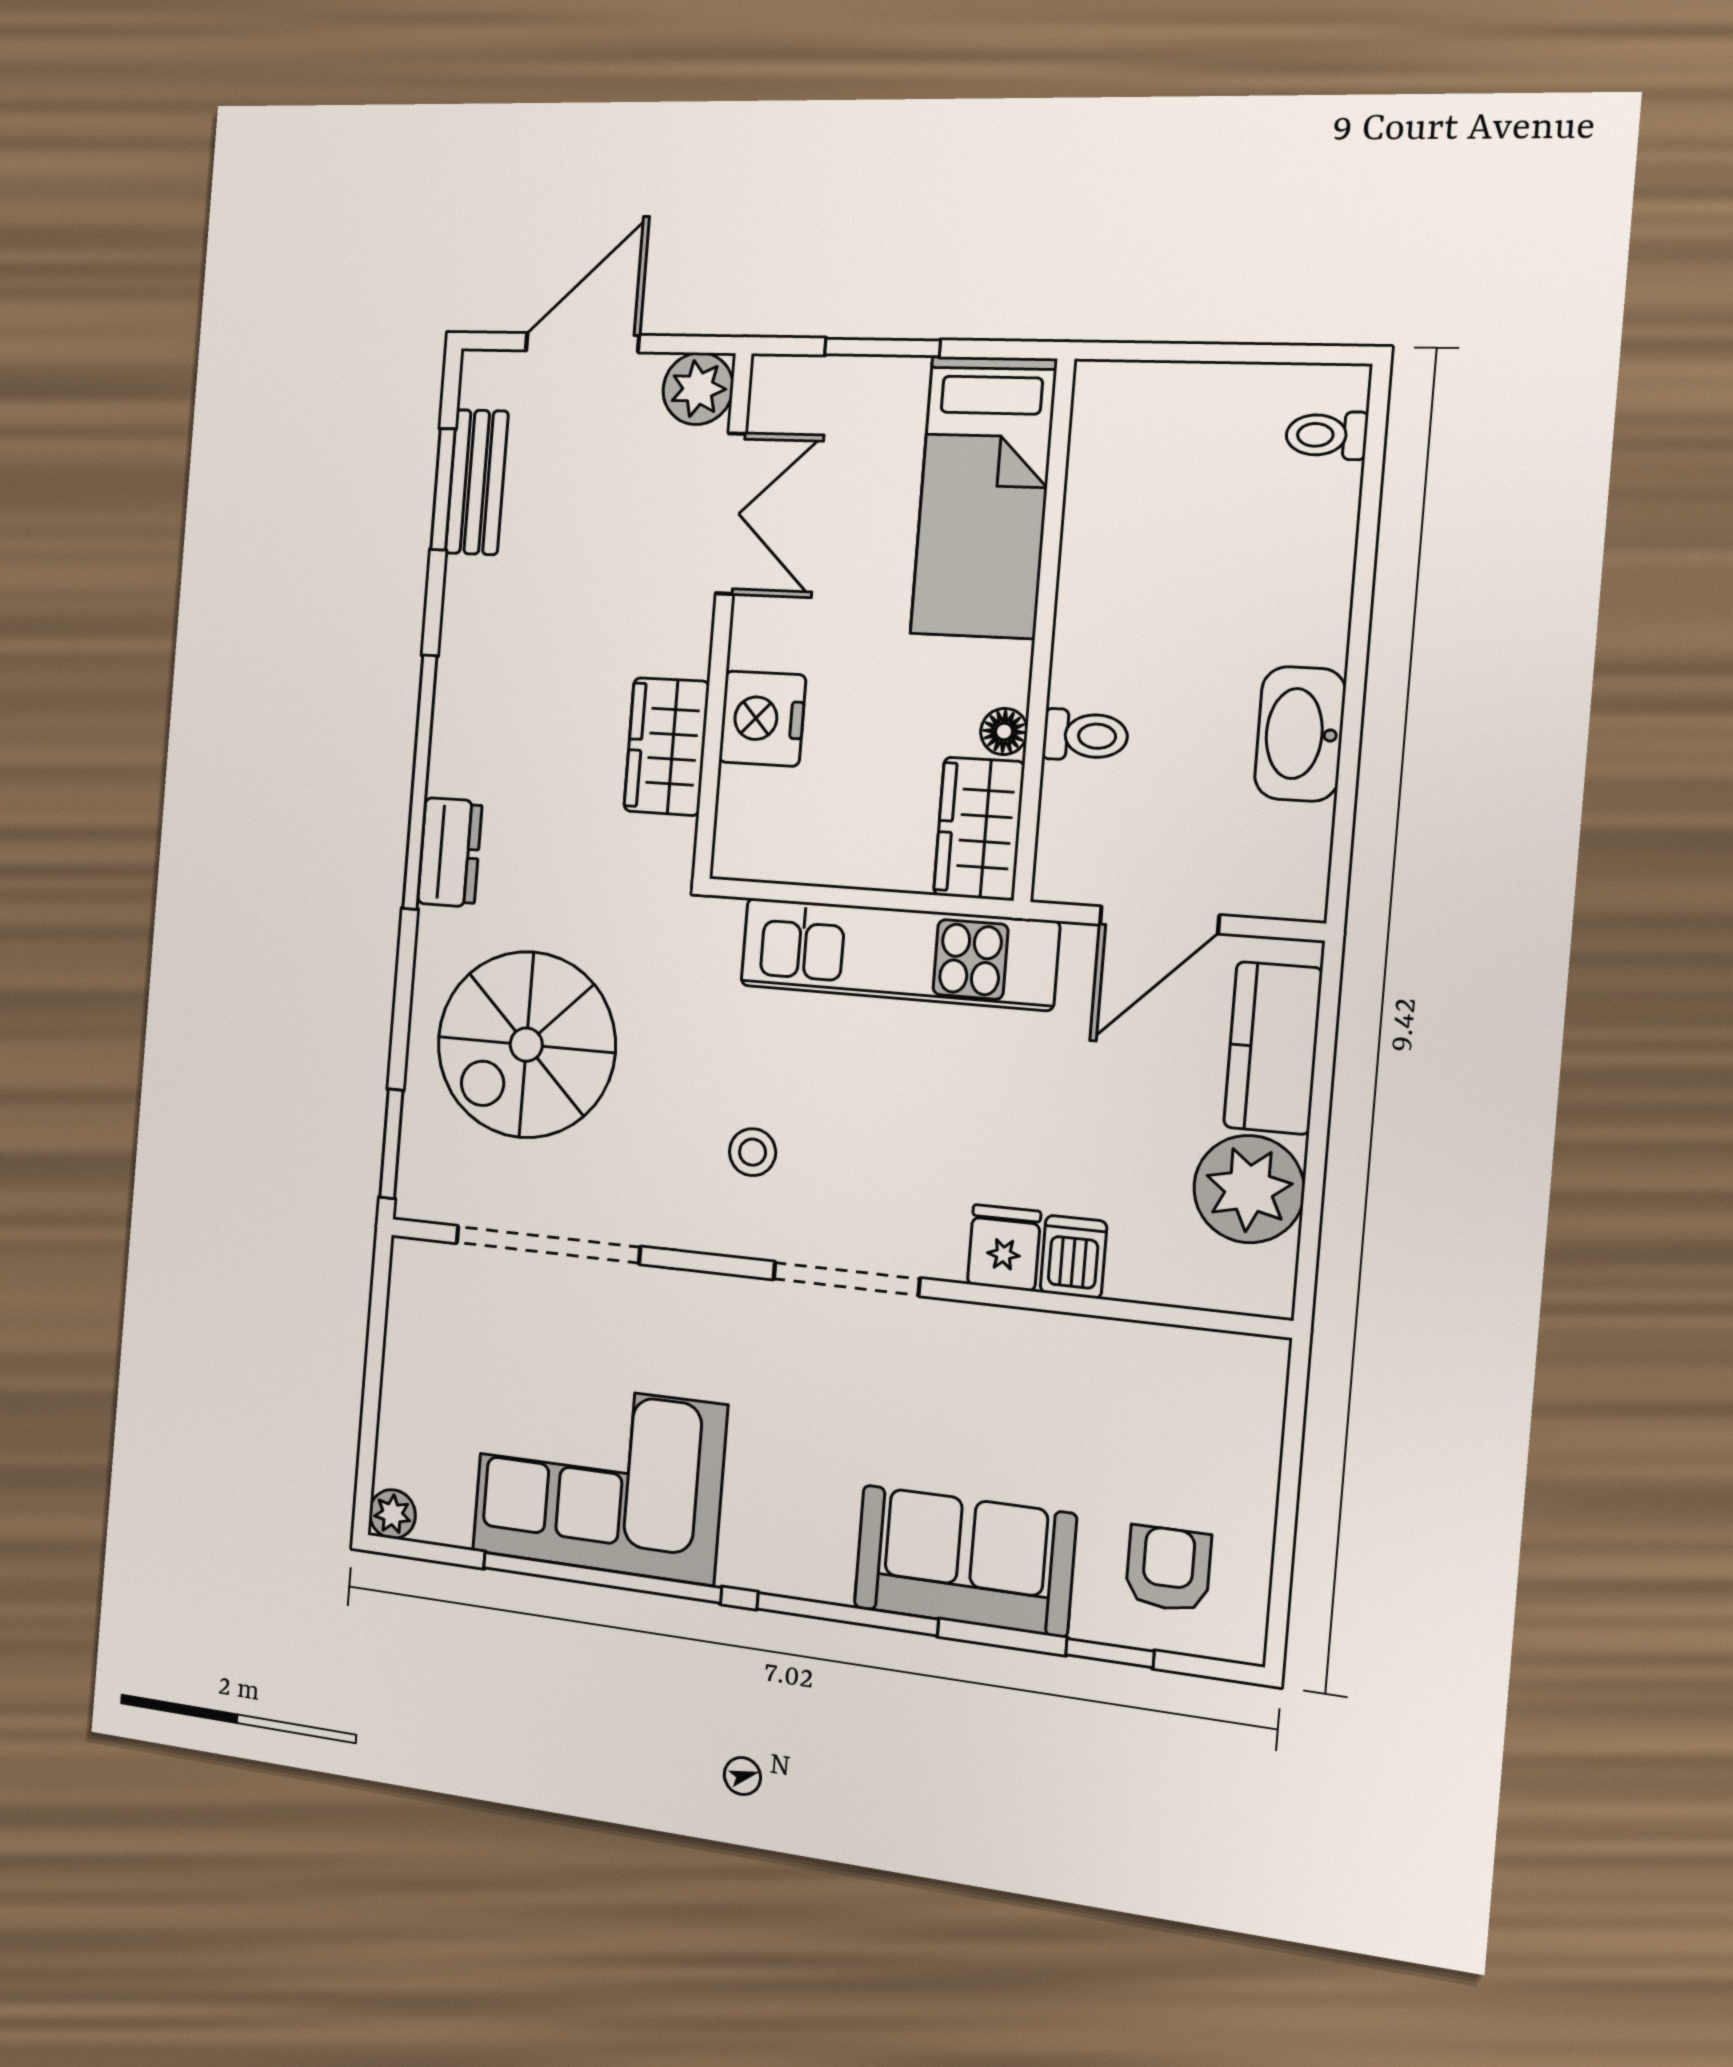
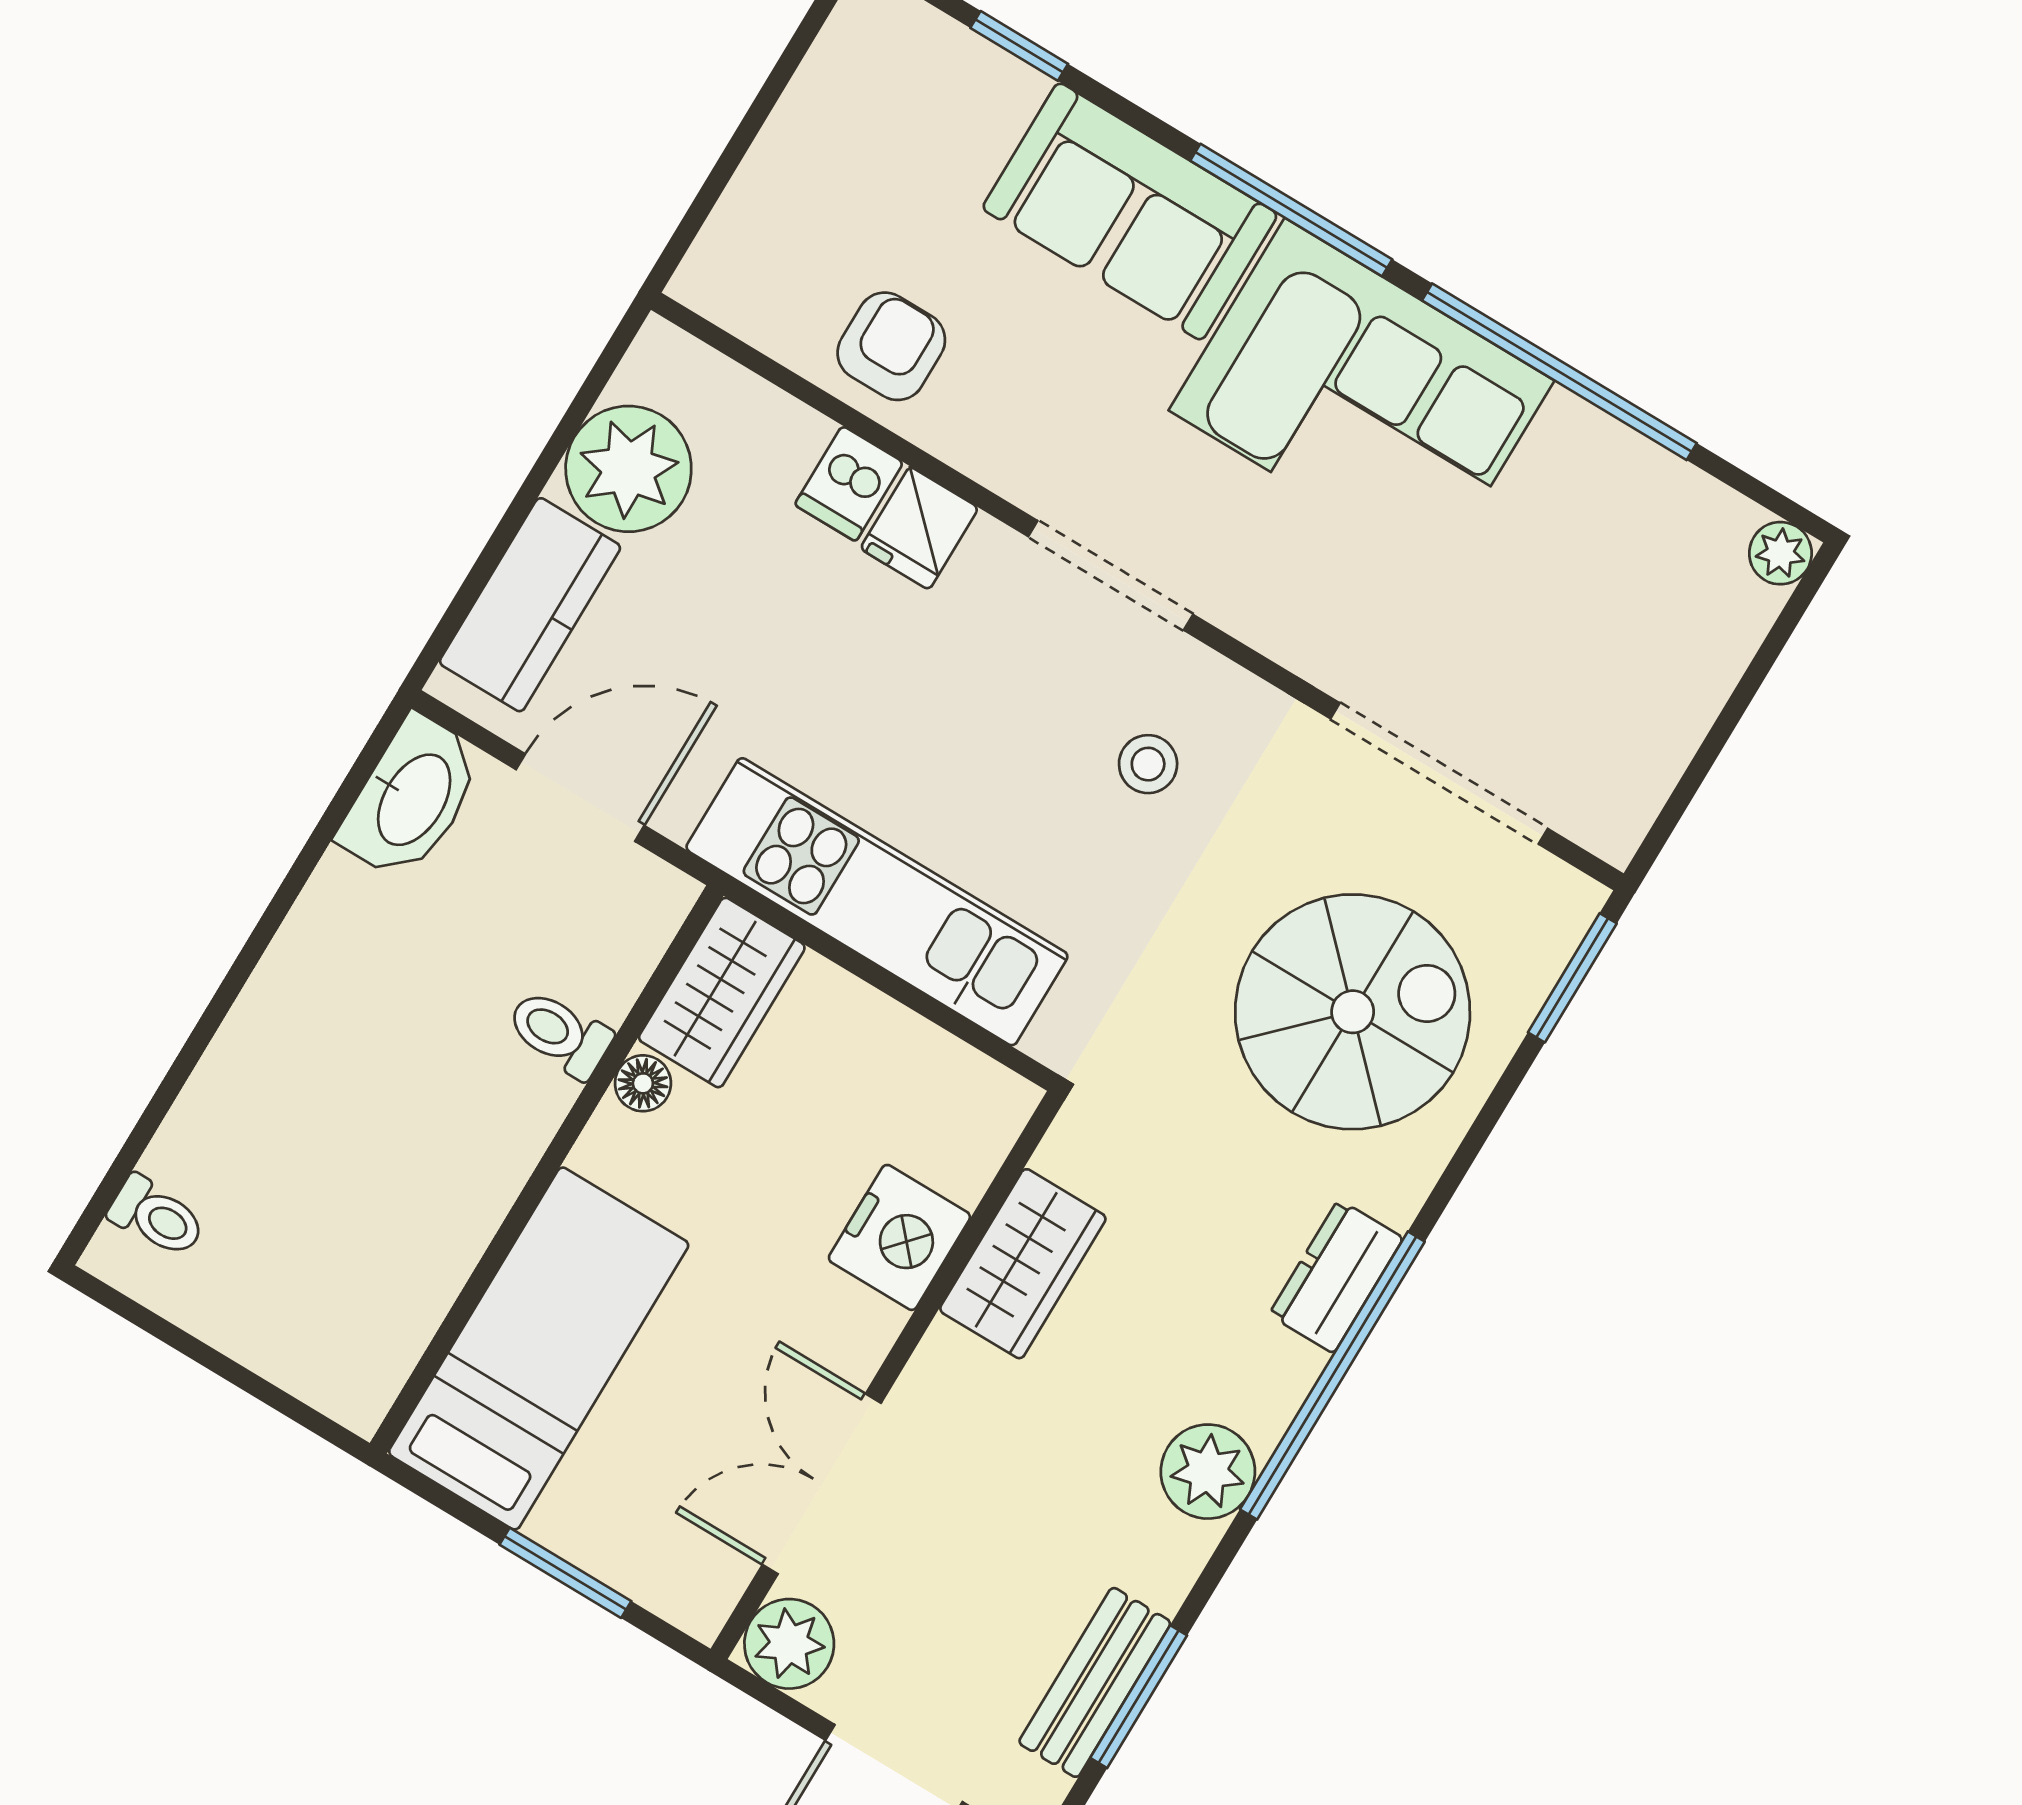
plant: (471, 670) -> (1208, 1472), added
washbasin: (1300, 734) -> (412, 798), moved
corner sofa: (599, 1479) -> (1361, 395), moved
armchair: (1168, 1569) -> (891, 346), moved, turned 180

